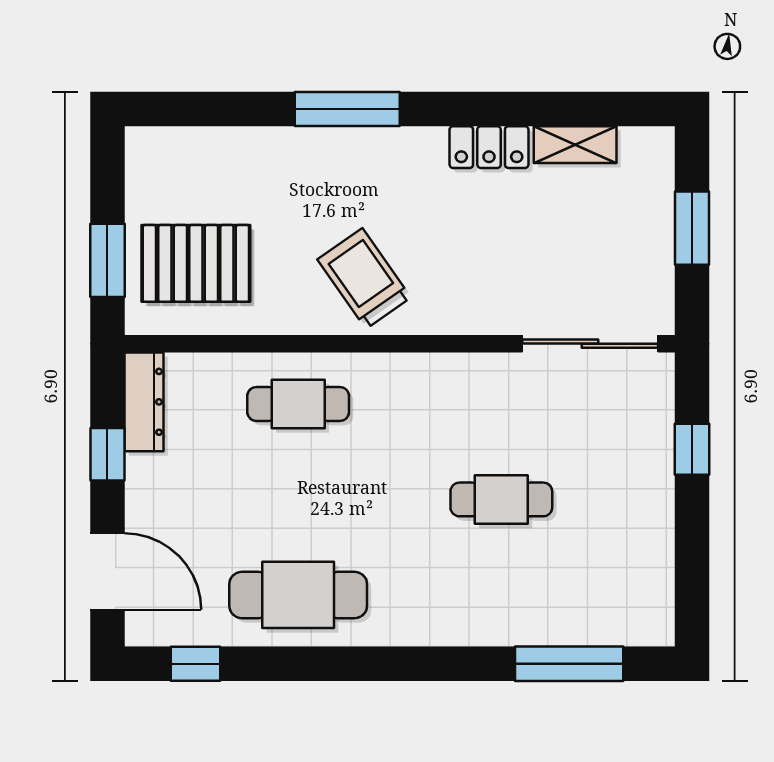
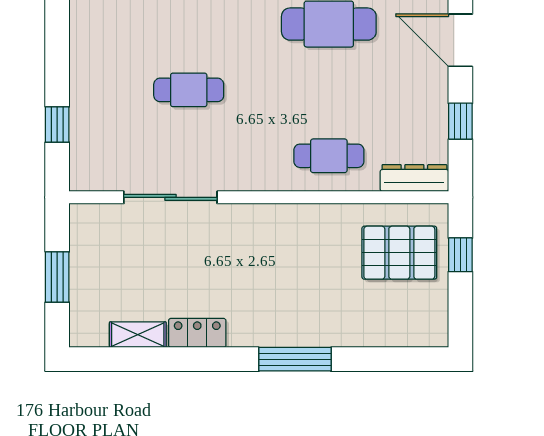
window: (107, 260) -> (460, 255), width x0.67
trolley: (364, 278) -> (283, 242), removed
sliding door: (590, 344) -> (170, 197), moved
dresser: (144, 402) -> (414, 178), moved, turned 90

